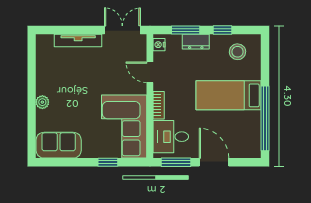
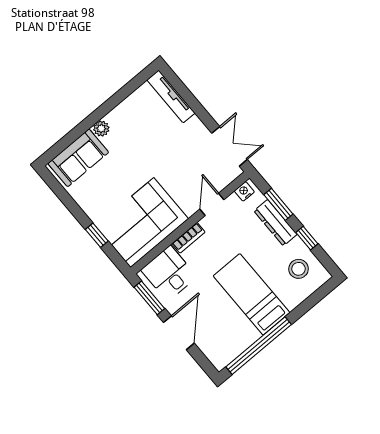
tv unit: (78, 41) -> (171, 96), moved
dresser: (196, 42) -> (275, 223), width x1.44
sofa: (59, 145) -> (78, 158), moved, turned 90

